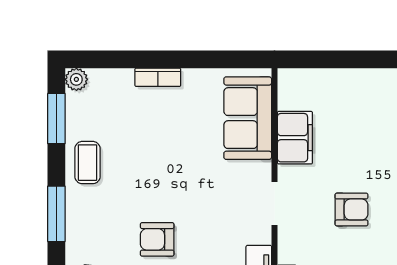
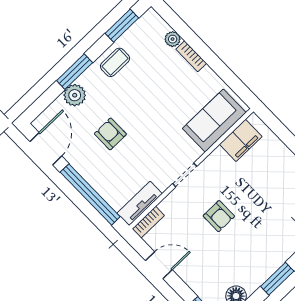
plant: (76, 79) -> (173, 39), moved
filing cabinet: (295, 138) -> (241, 140), moved
plant: (81, 237) -> (75, 95), added

